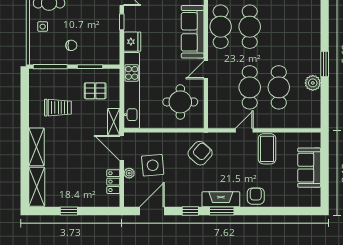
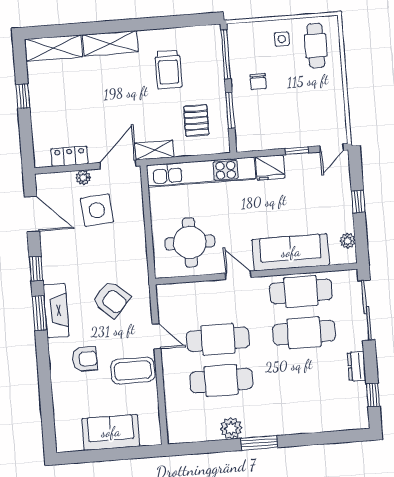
armchair: (200, 153) -> (111, 299), moved
armchair: (256, 196) -> (85, 359), moved

